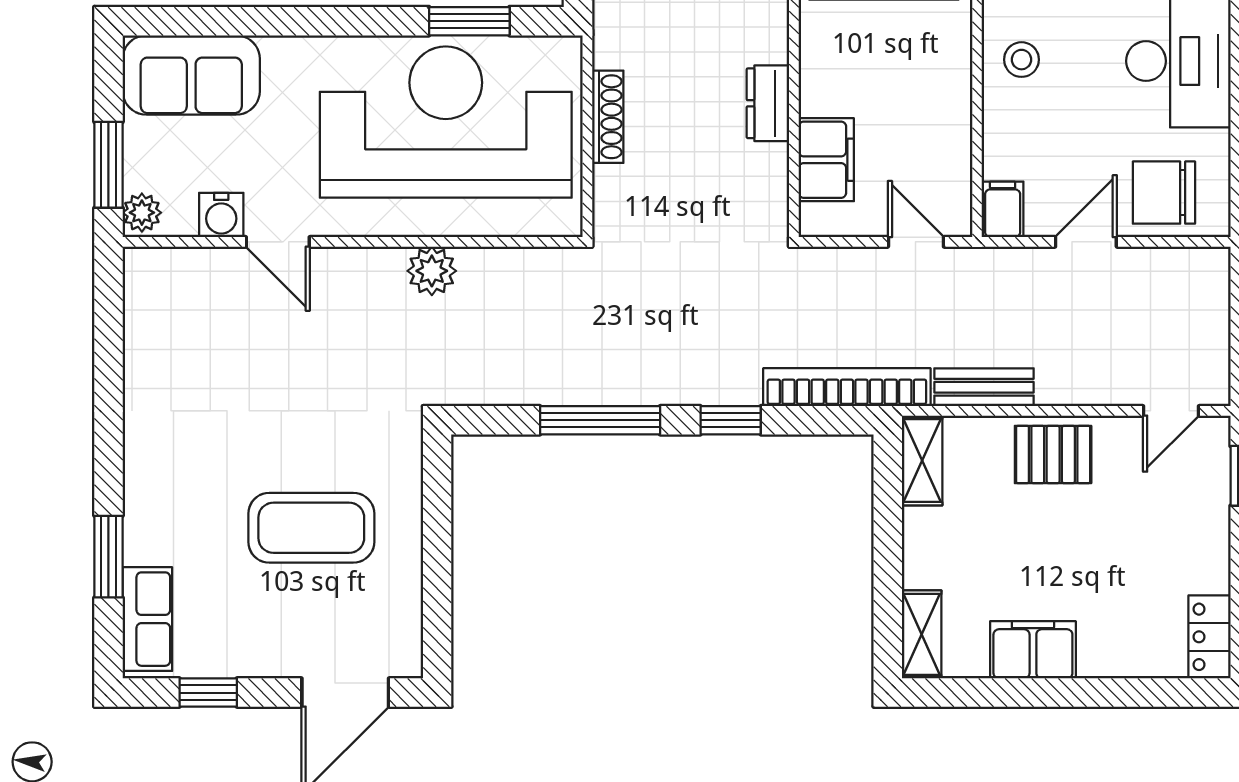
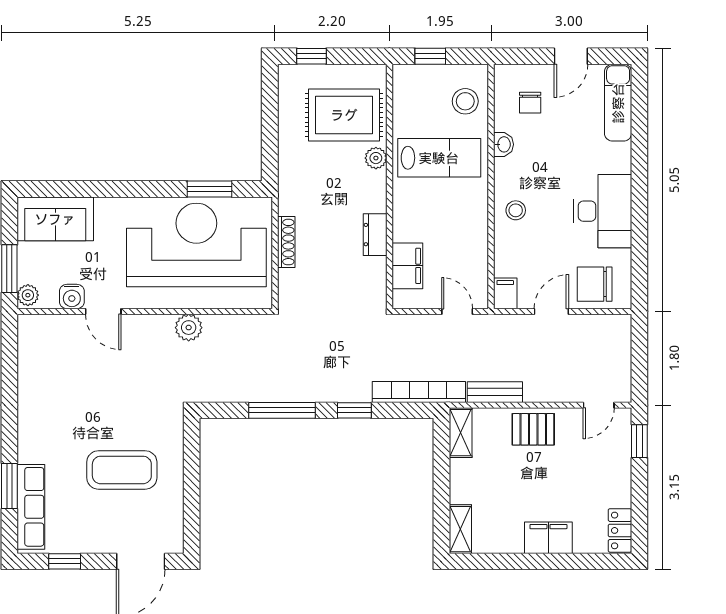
row of seats: (147, 619) -> (31, 507), width x1.48
filing cabinet: (1033, 650) -> (548, 538), moved

